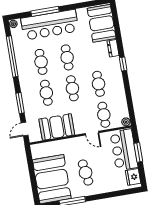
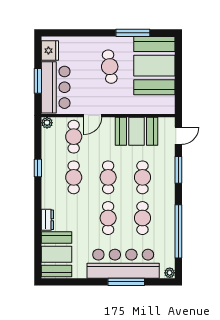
window: (123, 64) -> (38, 168), moved
door: (92, 133) -> (93, 116), swing flipped

